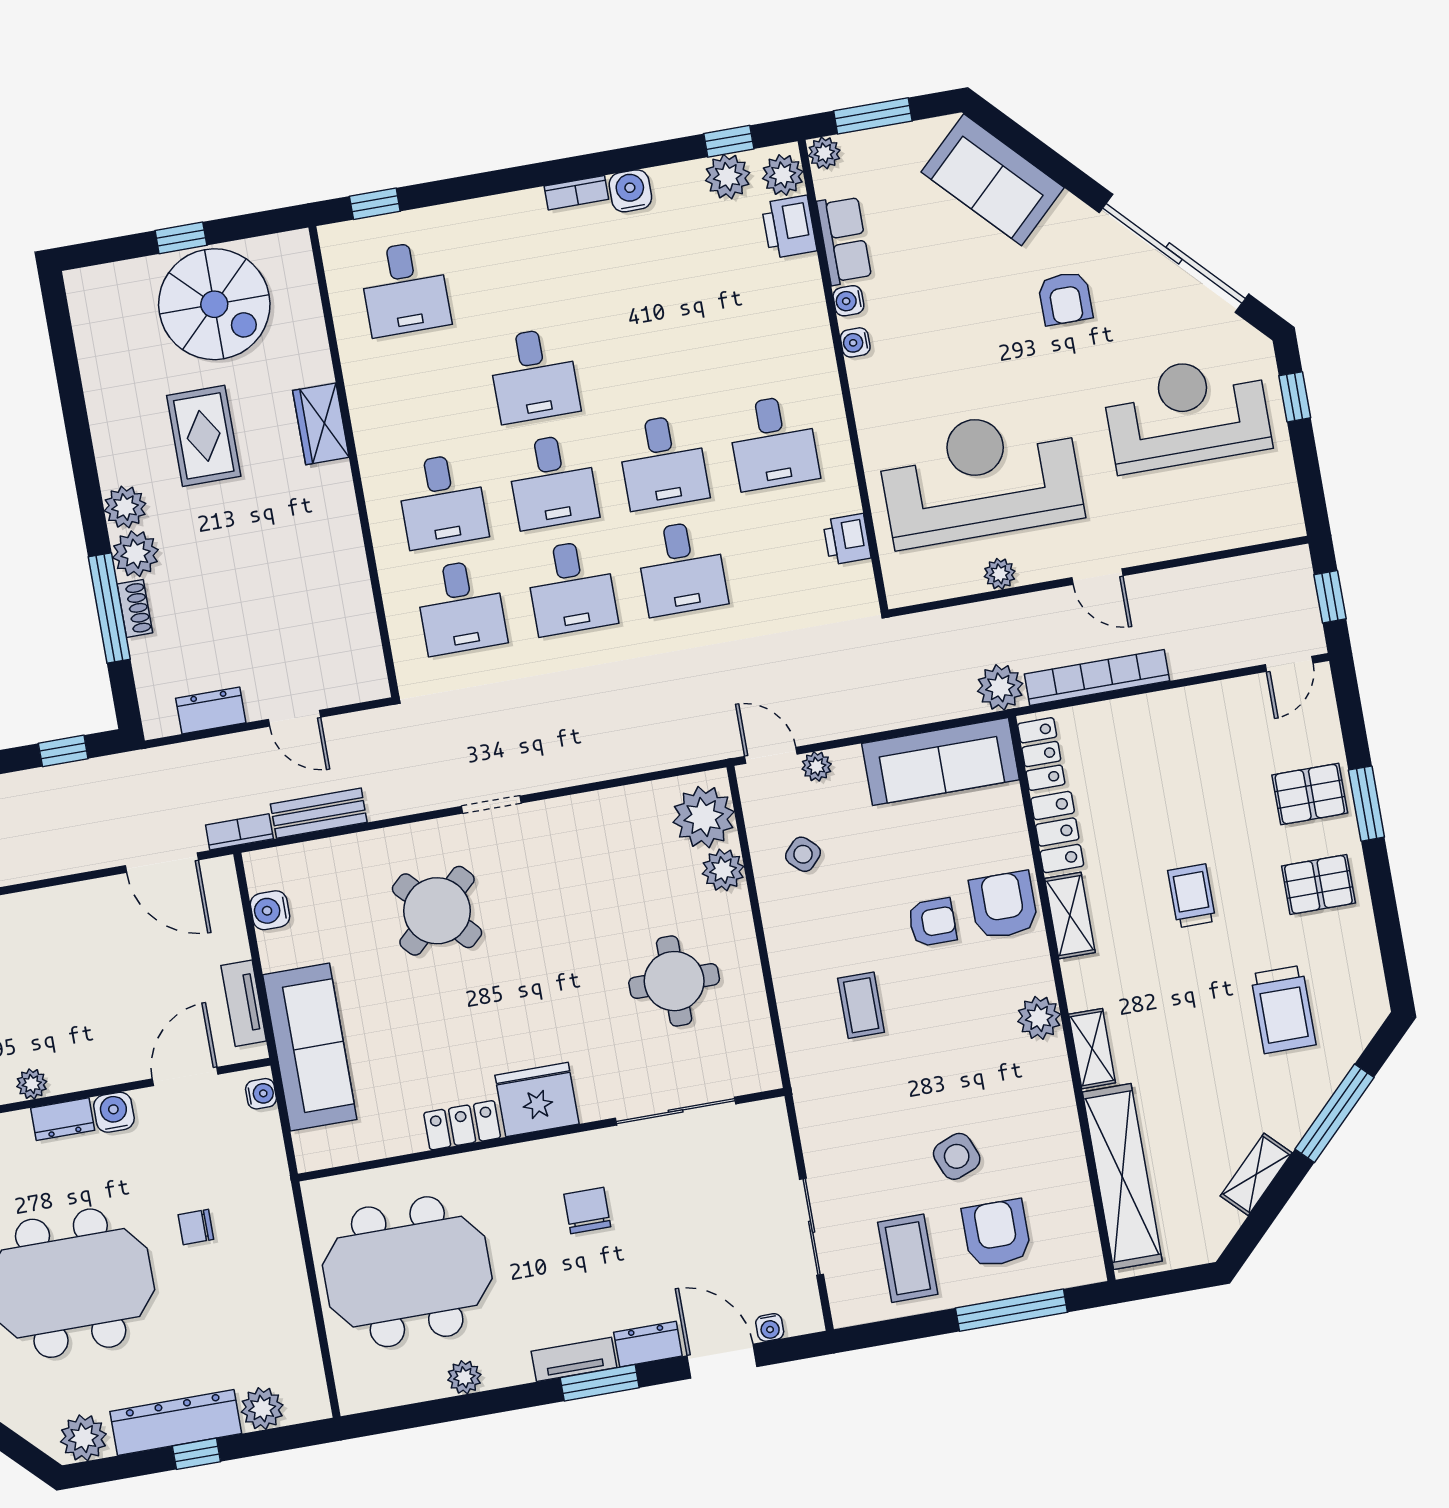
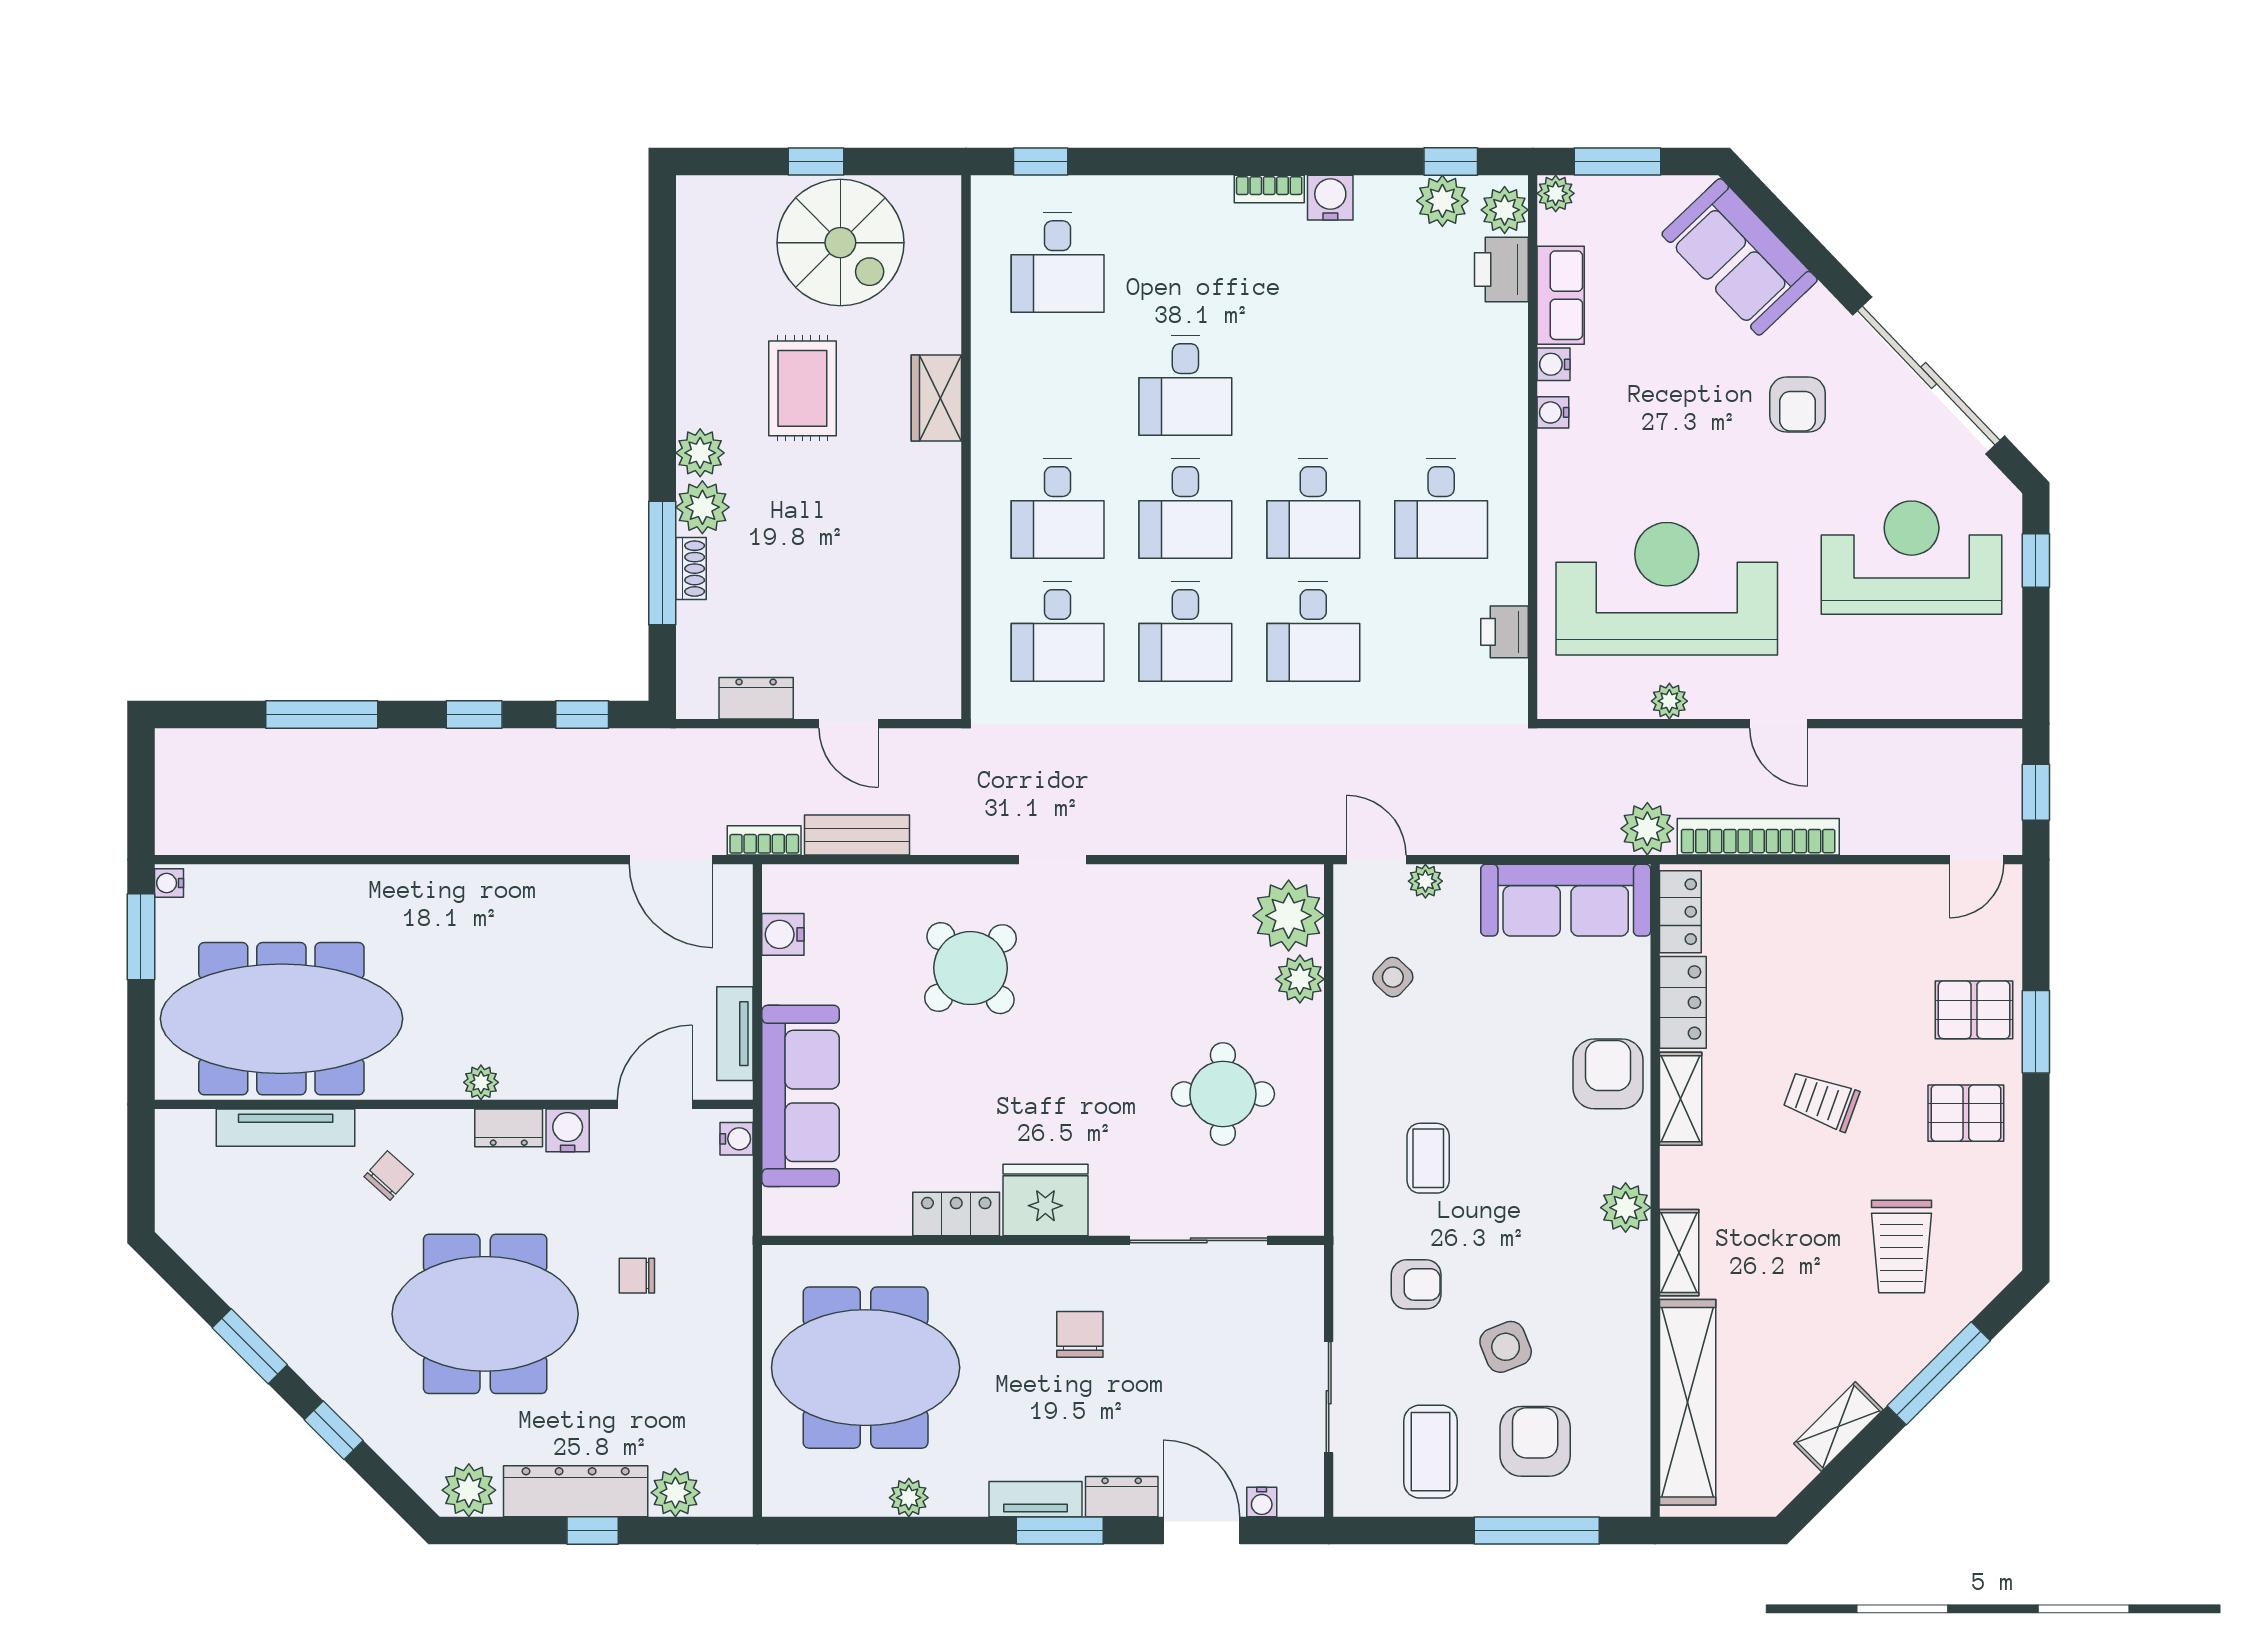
trolley: (1192, 896) -> (1821, 1101), turned -70
armchair: (932, 922) -> (1416, 1284), moved

